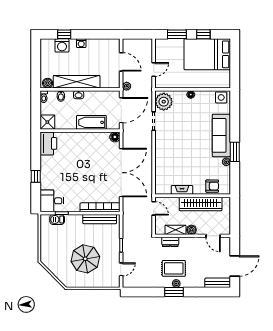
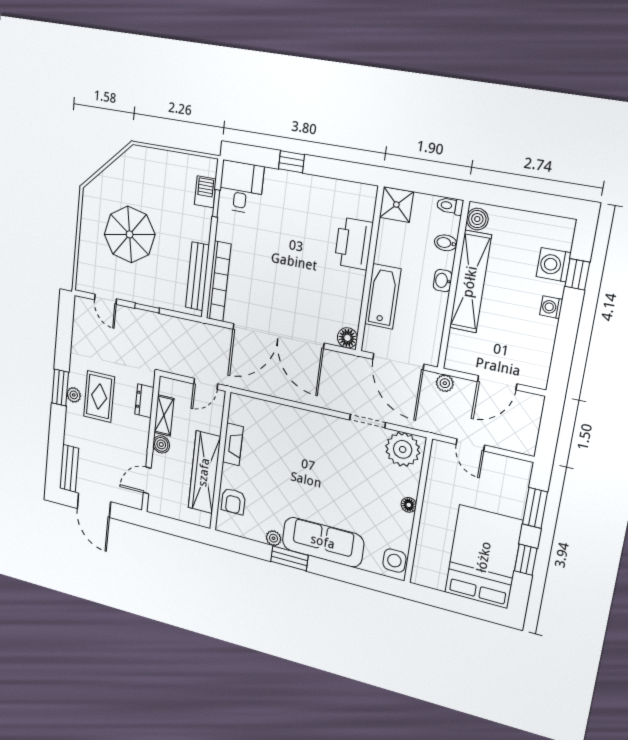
printer: (48, 143) -> (354, 244), moved, turned 90

